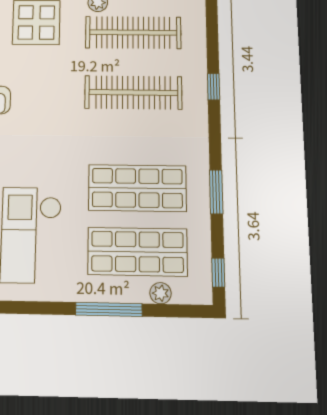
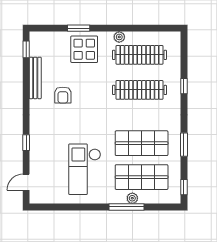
plant: (160, 293) -> (132, 198), moved

